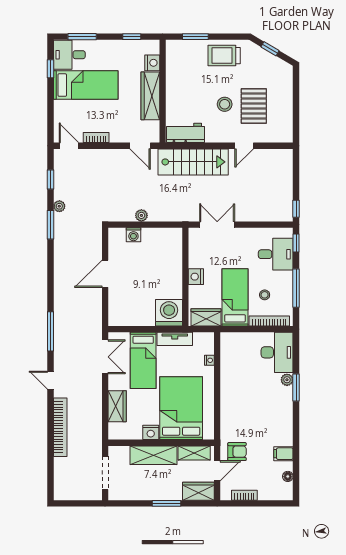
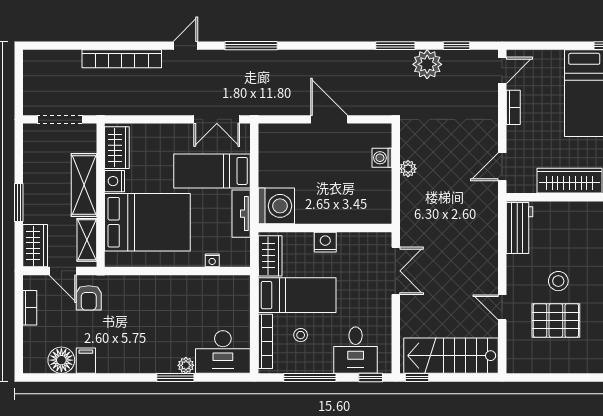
stairs: (193, 162) -> (451, 356), moved, turned 90
plant: (59, 206) -> (427, 64), width x1.88, depth x1.88
wardrobe: (117, 406) -> (117, 148), moved, turned -90
floor lamp: (288, 476) -> (61, 360), width x1.89, depth x1.89

